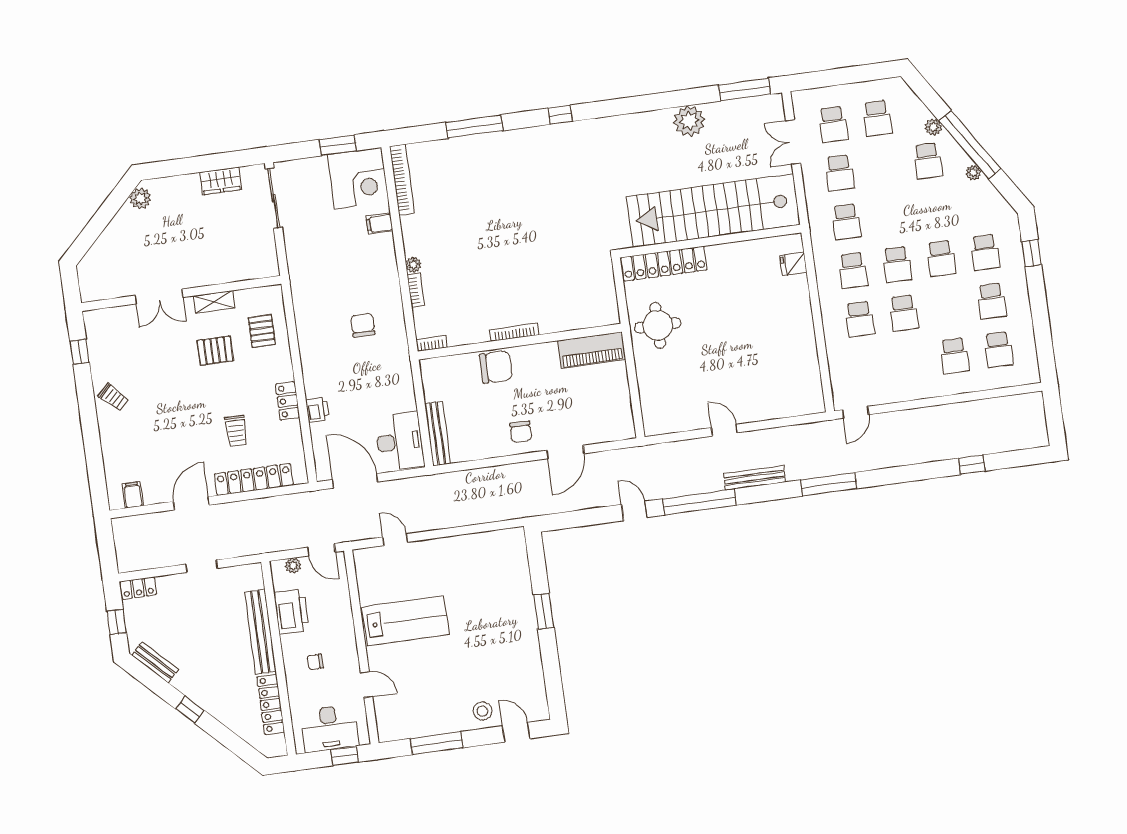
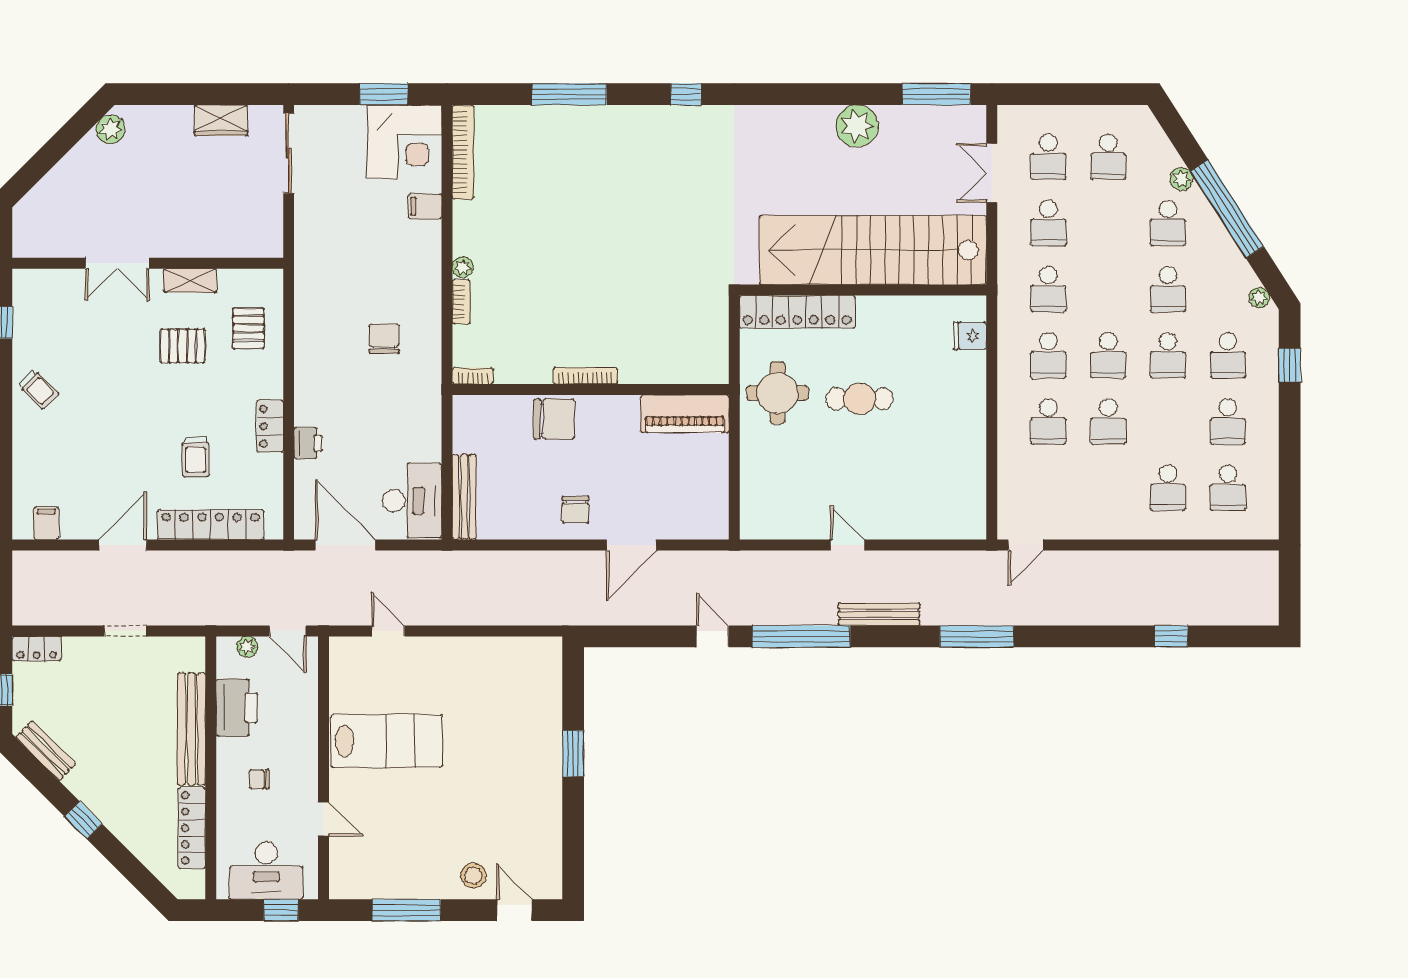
plant: (973, 173) -> (1259, 298), moved
school desk: (934, 210) -> (1168, 289), added
cafe table: (719, 321) -> (860, 399), added

